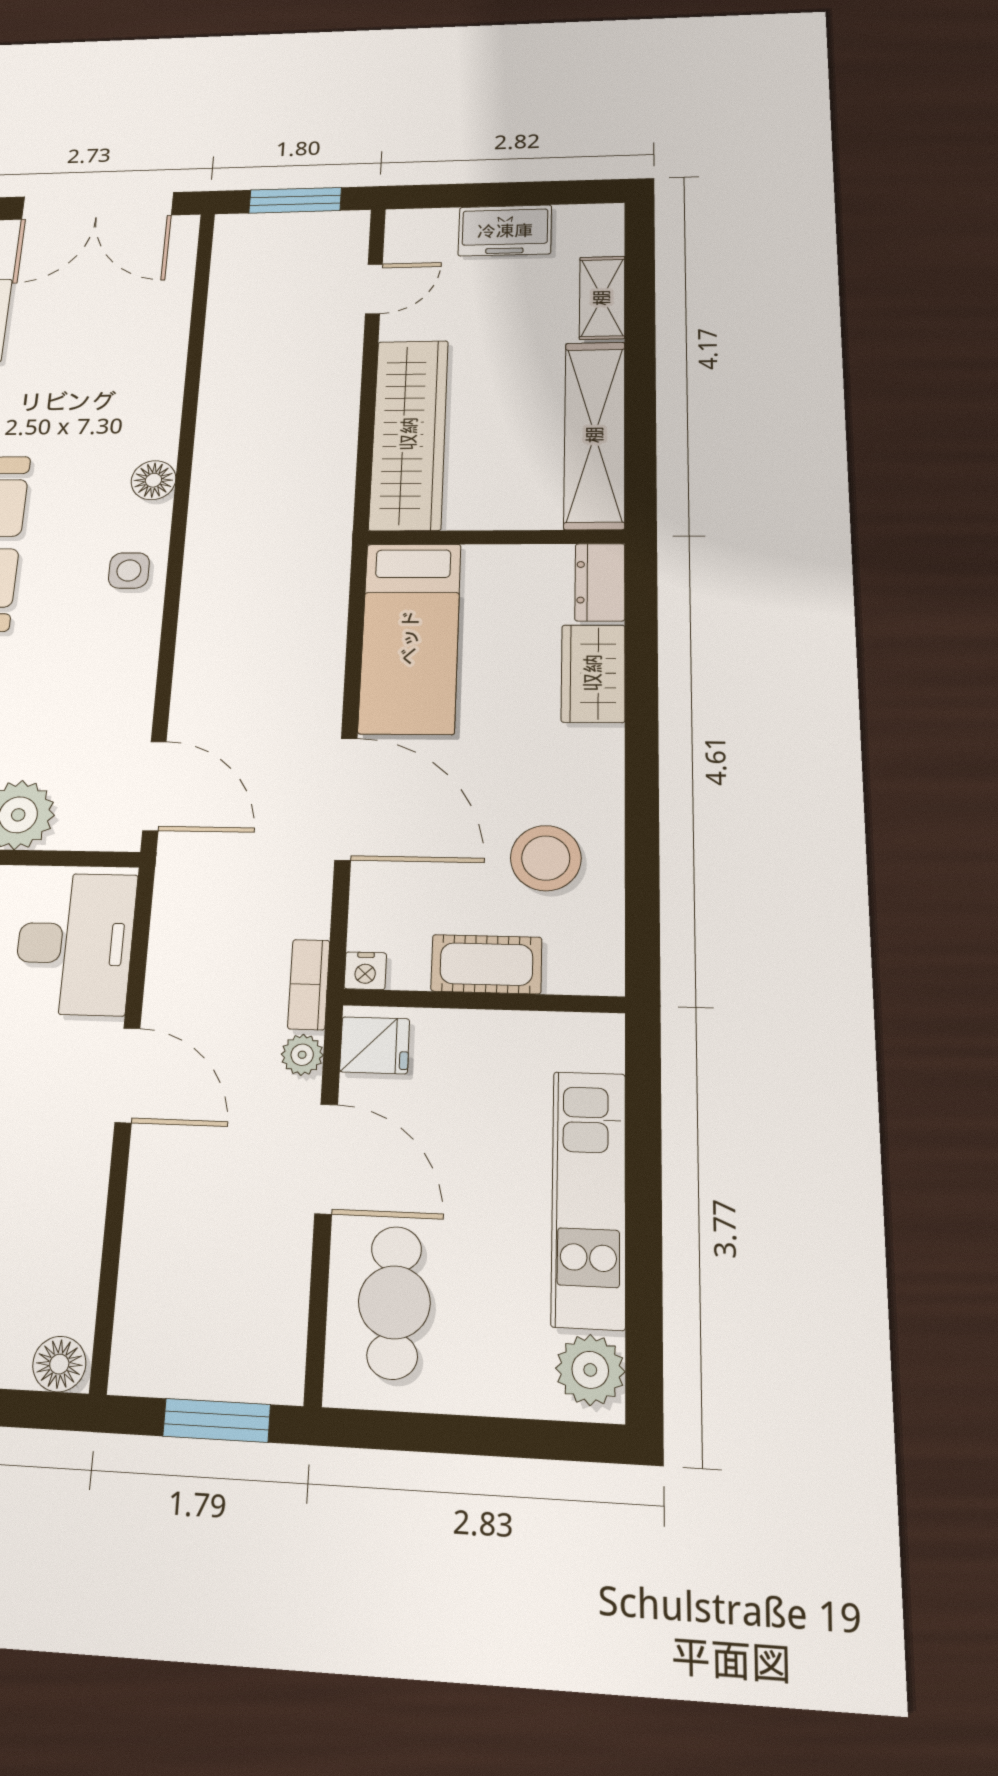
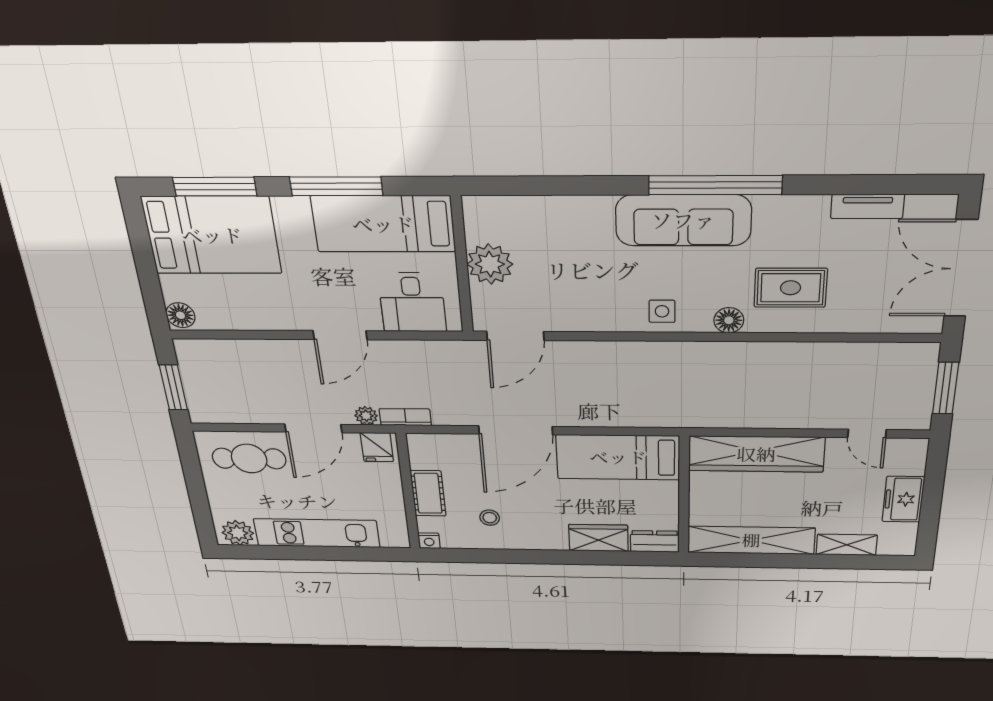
rug: (106, 403) -> (791, 288), added
stool: (546, 858) -> (490, 518), width x0.53, depth x0.53
desk: (75, 943) -> (412, 302), width x0.73
nightstand: (365, 971) -> (429, 541), moved, turned -90

